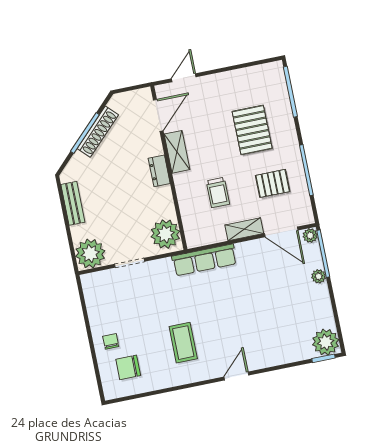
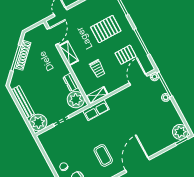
pallet: (252, 130) -> (106, 29), turned 90
dresser: (159, 171) -> (71, 82), moved
bench: (73, 203) -> (23, 102), width x1.36
shelving: (244, 229) -> (97, 95), moved
door: (281, 232) -> (138, 80), swing flipped
row of seats: (204, 260) -> (96, 110), width x0.68
door: (236, 376) -> (137, 165), width x1.87

